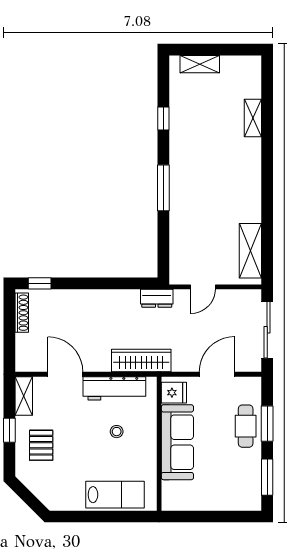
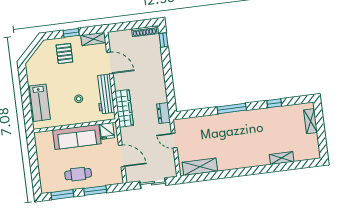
sliding door: (267, 330) -> (153, 183), width x0.73
door: (65, 374) -> (110, 63), hinge flipped
cafe table: (246, 426) -> (78, 174), moved
pallet: (41, 445) -> (64, 54), turned 90

